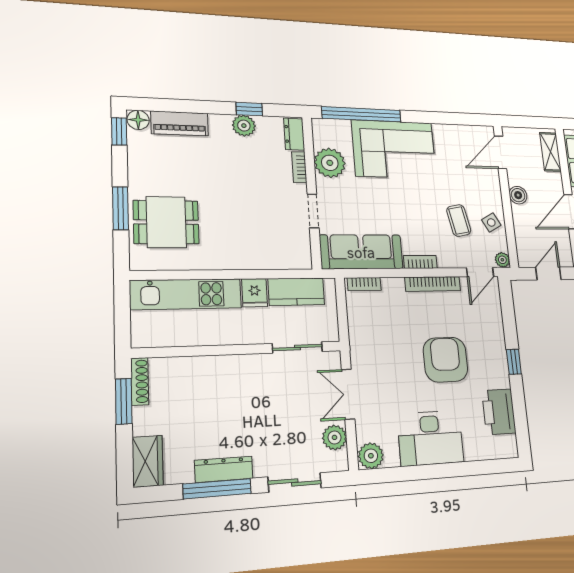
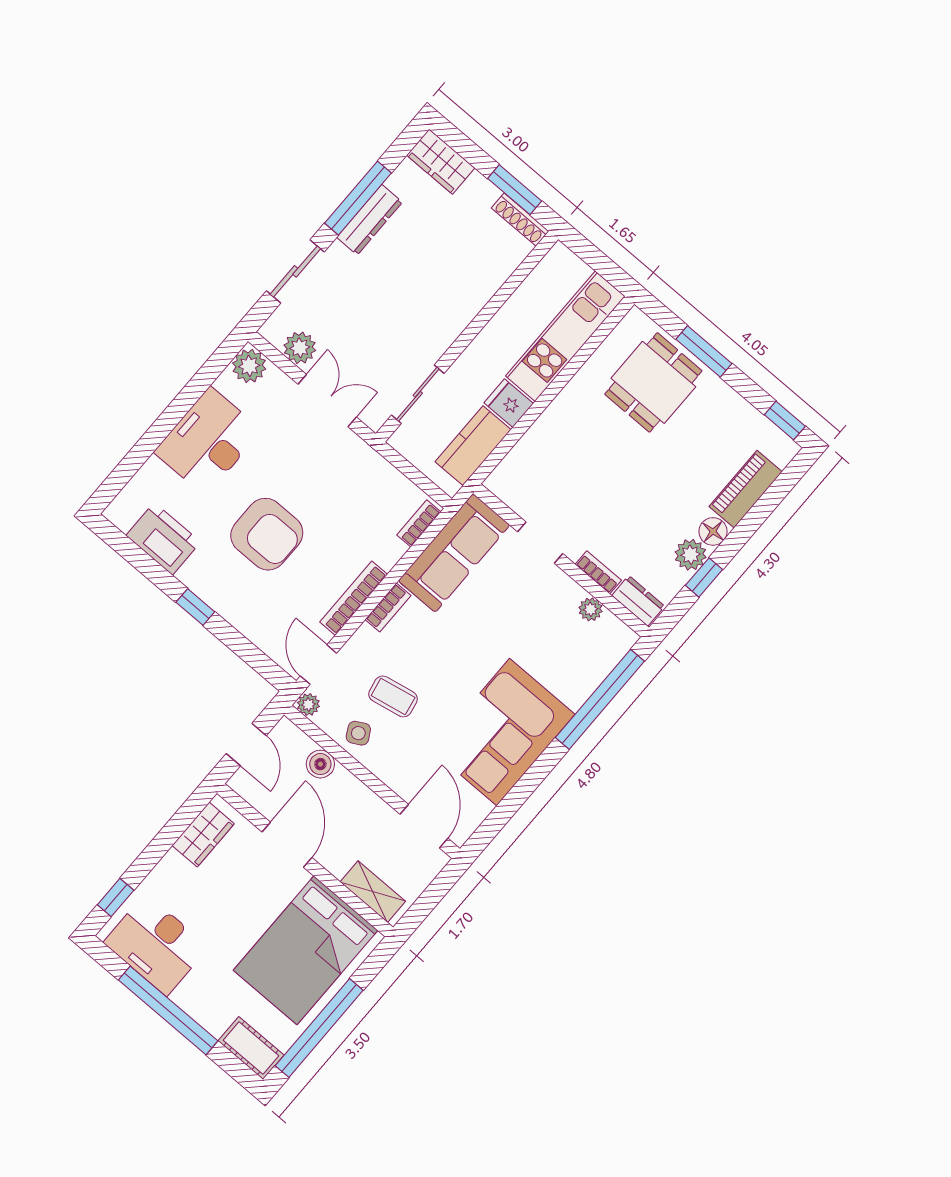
floor lamp: (138, 120) -> (713, 531), moved
corner sofa: (394, 149) -> (503, 732), moved
plant: (330, 163) -> (591, 609), width x0.53, depth x0.53
boiler: (518, 195) -> (320, 764), moved

